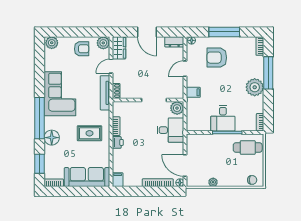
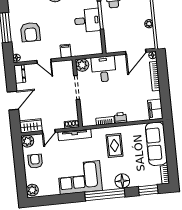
door: (111, 66) -> (49, 132), hinge flipped
filing cabinet: (118, 180) -> (155, 109), width x2.00

